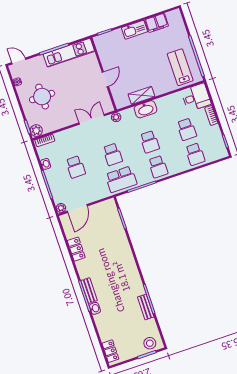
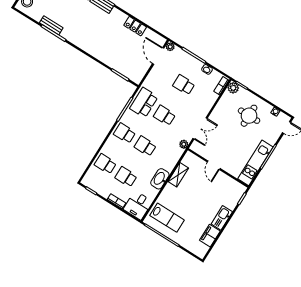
washbasin: (146, 109) -> (160, 179), moved

